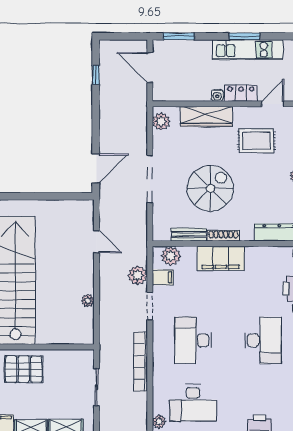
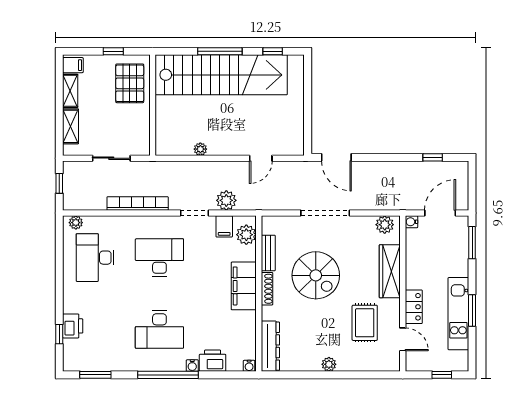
water cooler: (217, 95) -> (411, 222), moved

